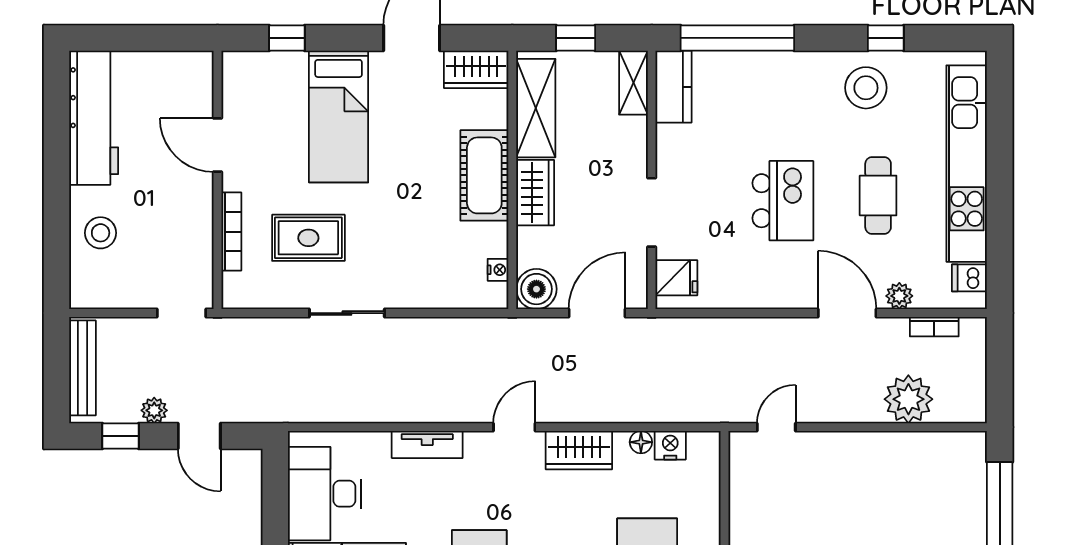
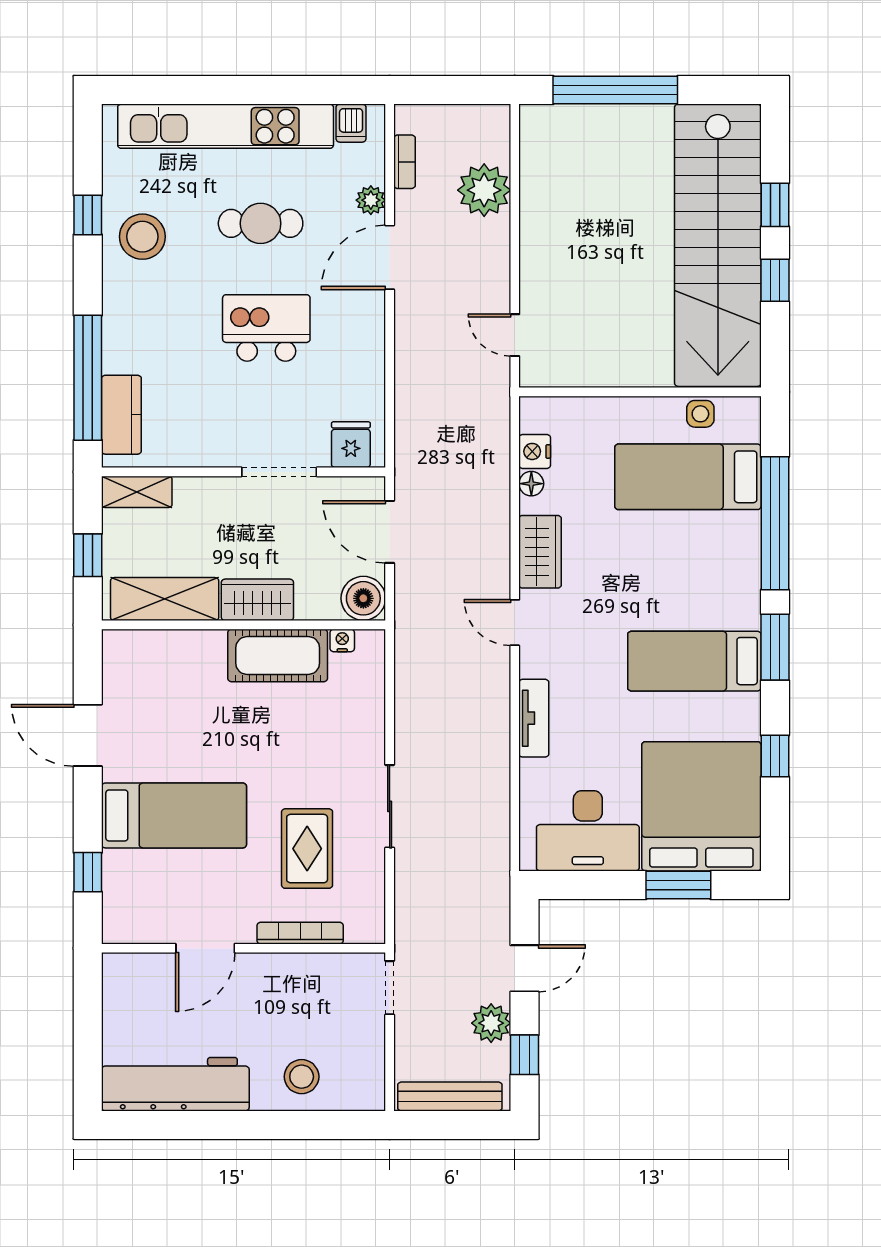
wardrobe: (476, 69) -> (122, 664), removed
kitchen counter: (673, 87) -> (121, 415), moved, turned 90
cot: (484, 175) -> (278, 655), moved
plant: (154, 410) -> (491, 1023), width x1.38, depth x1.38

